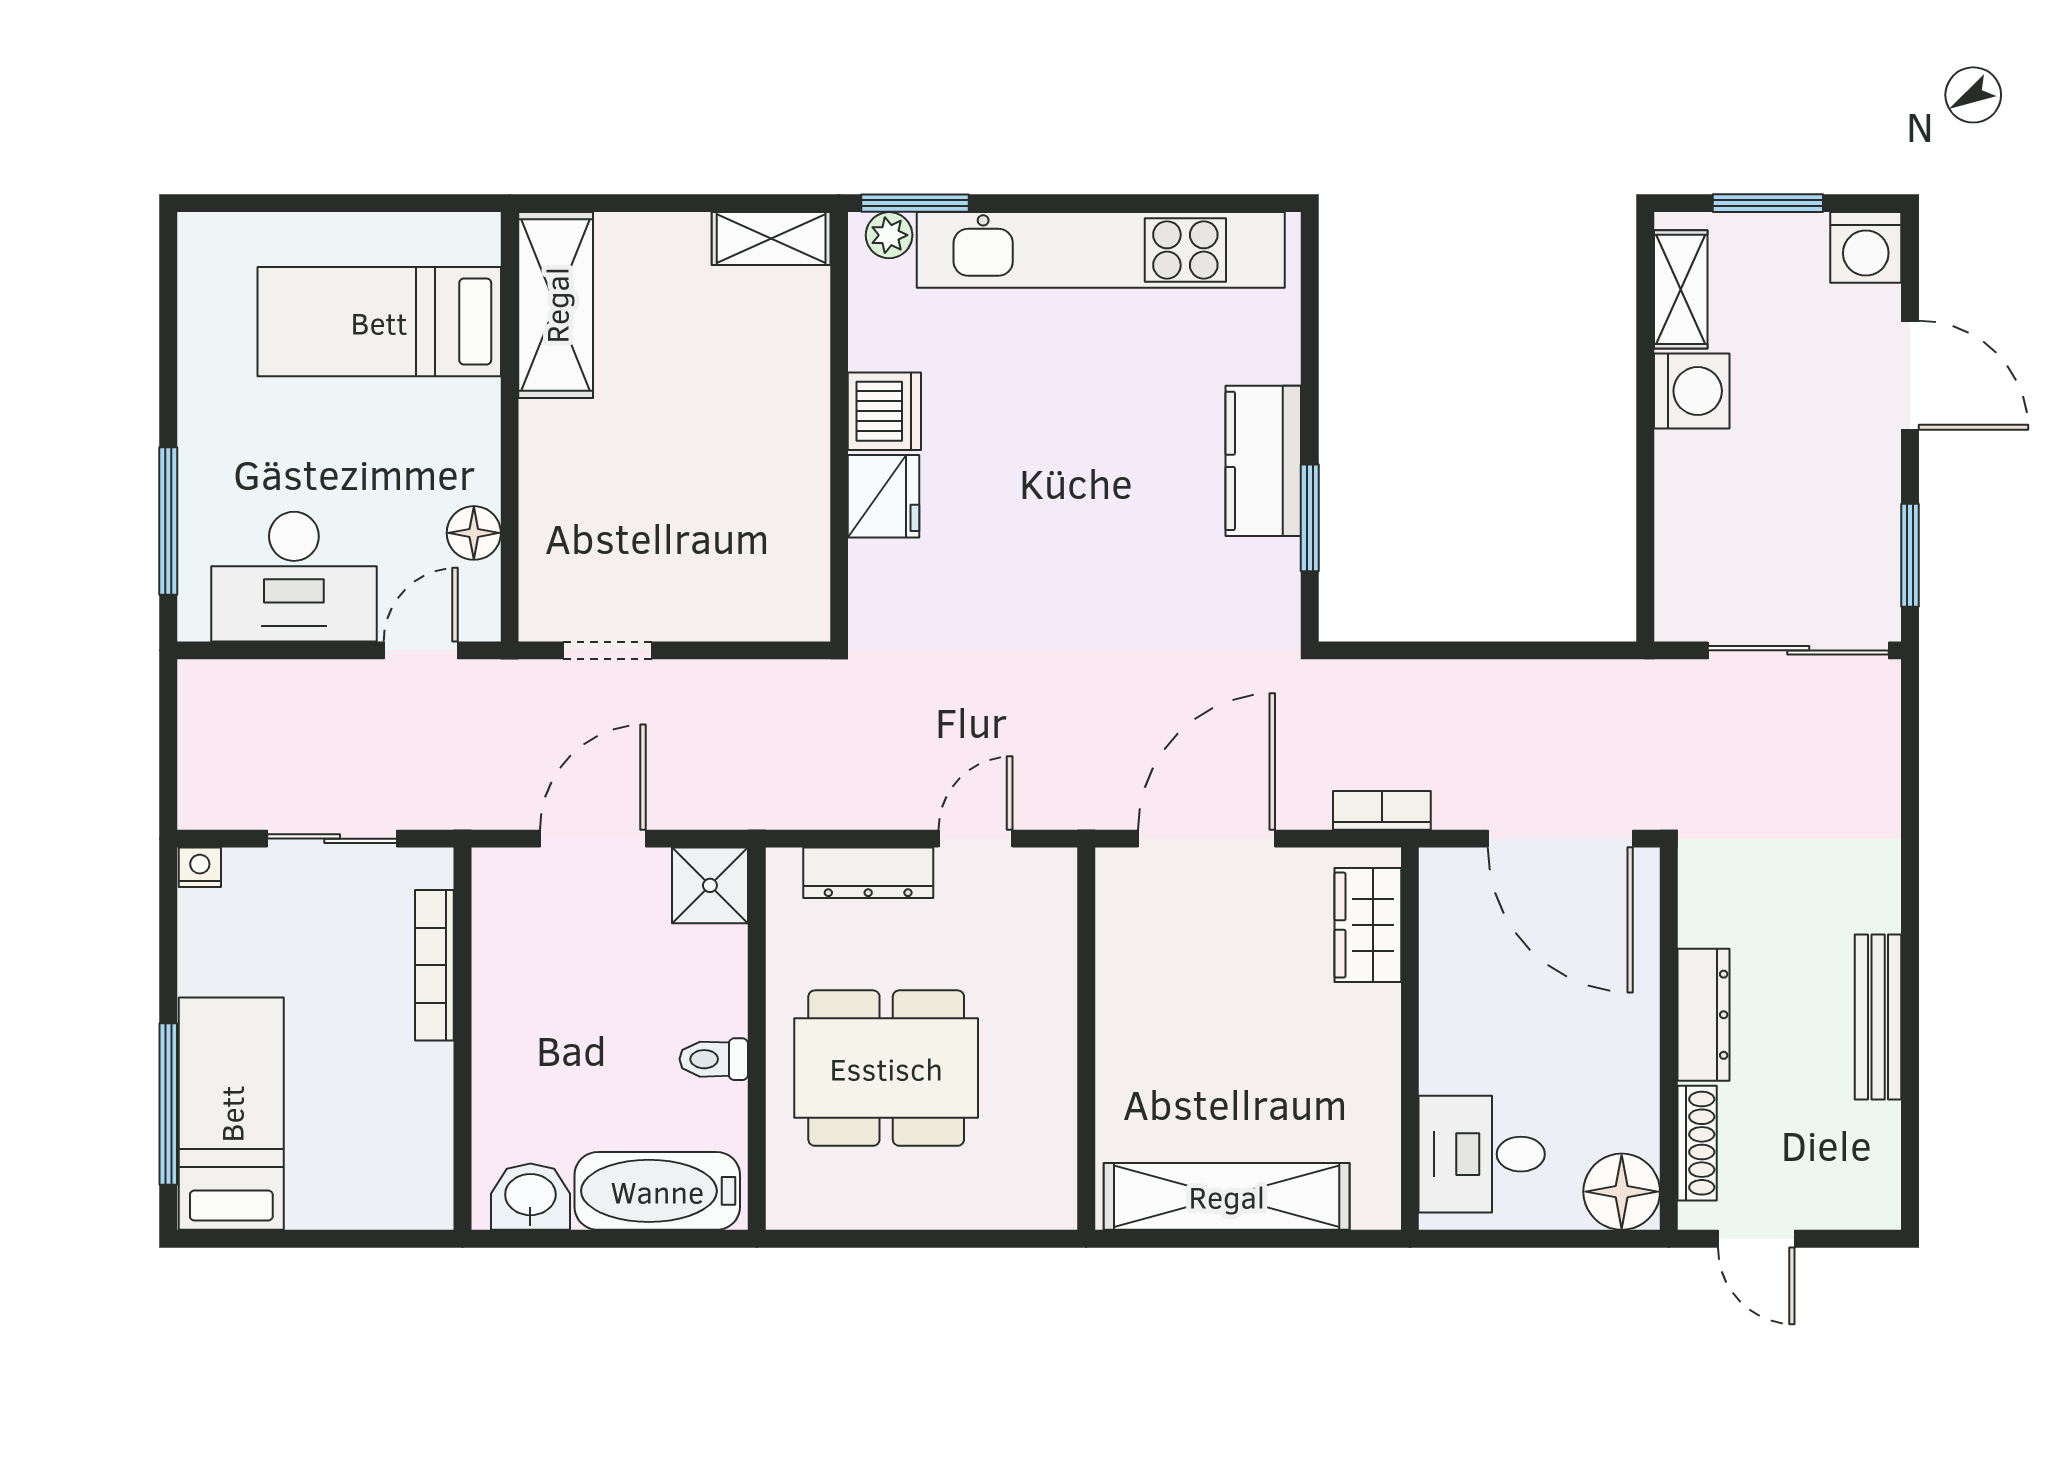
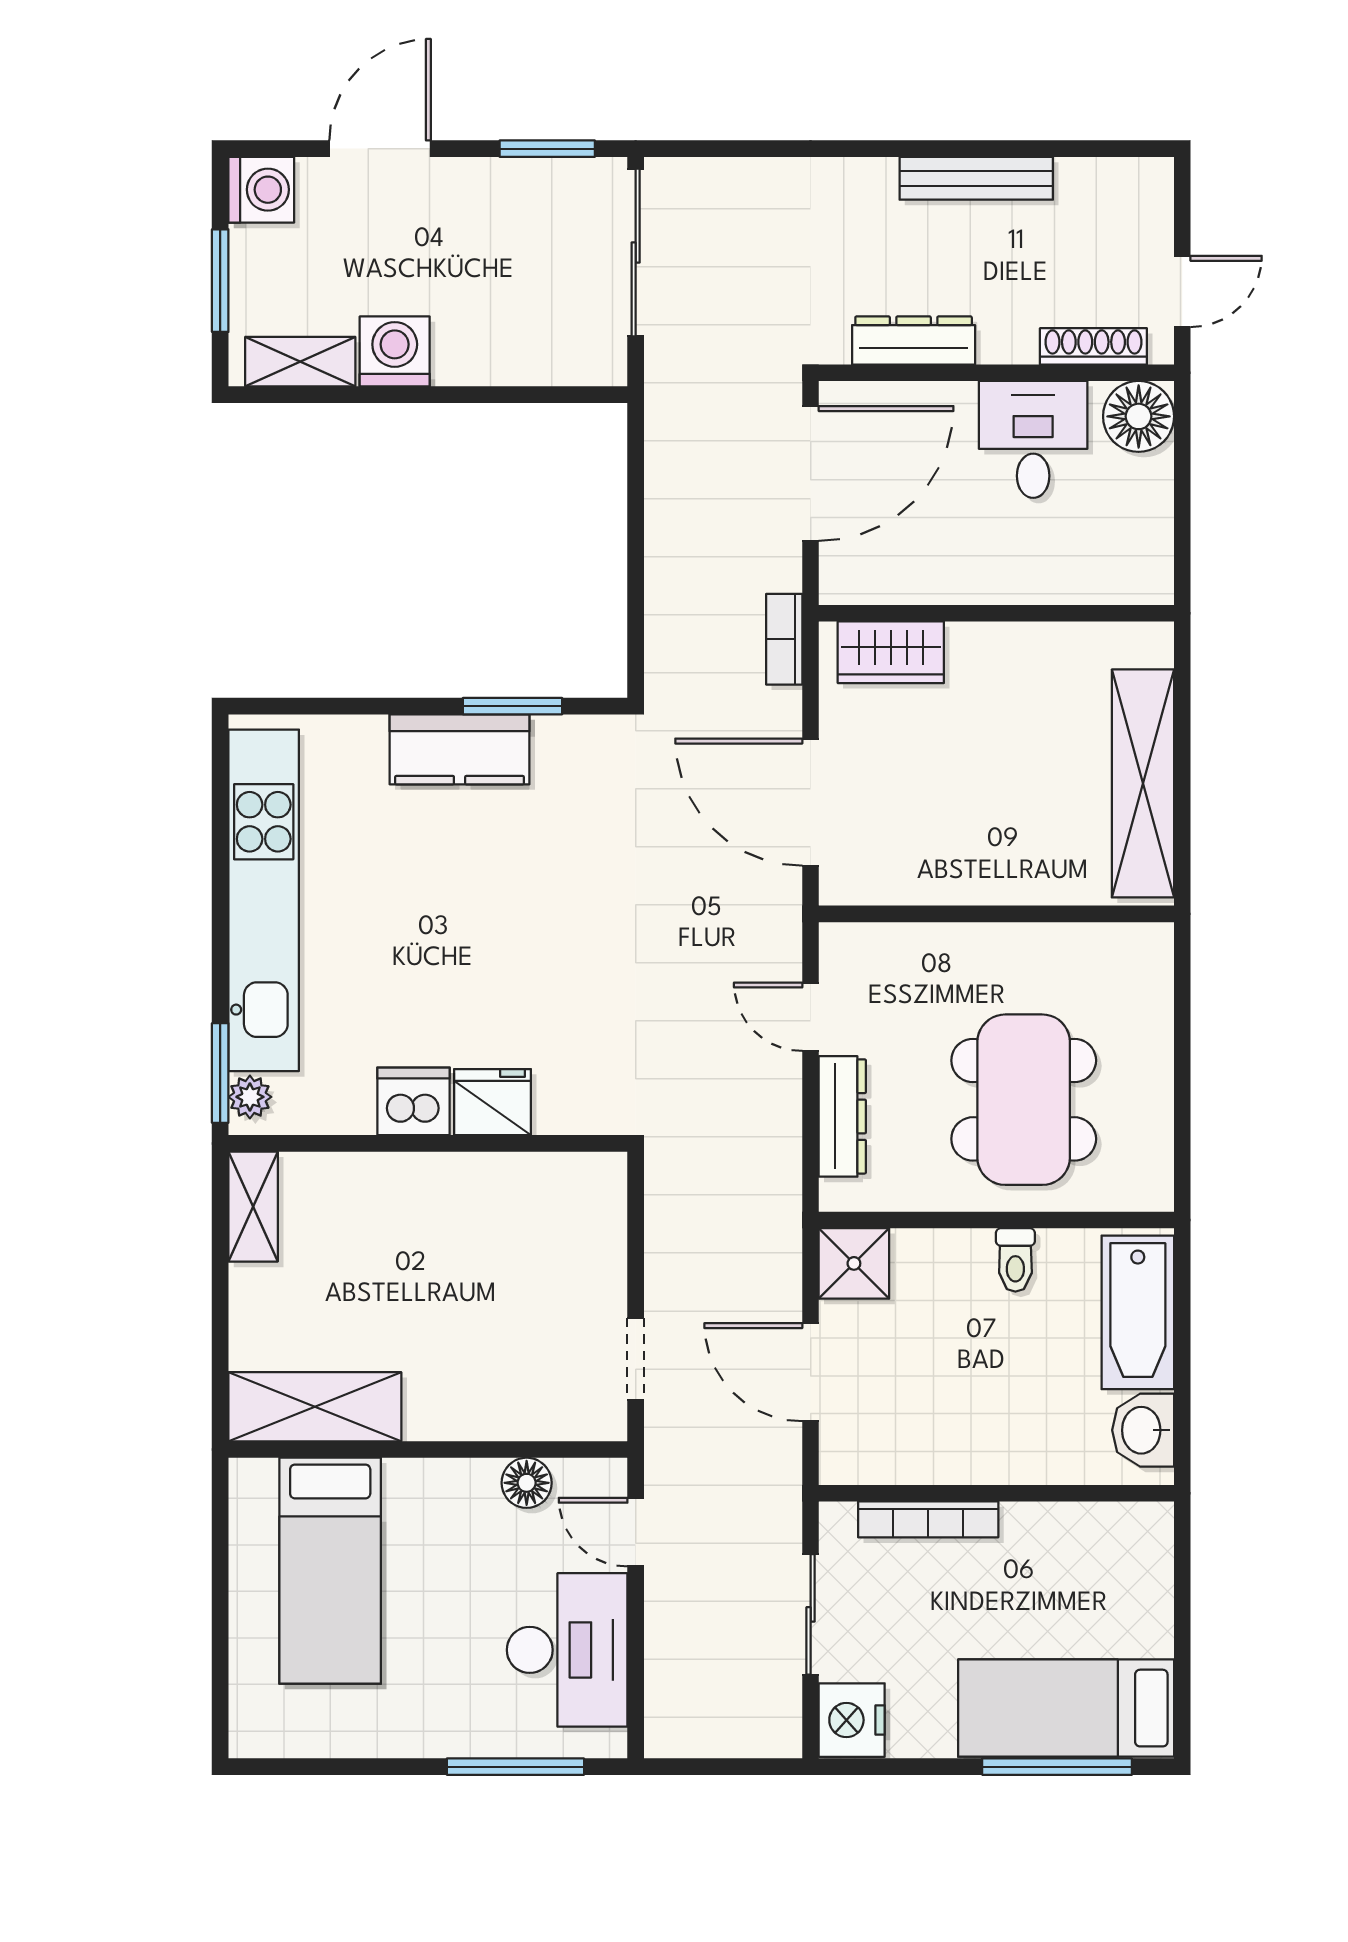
nightstand: (200, 867) -> (852, 1720), width x1.89, depth x1.79
dresser: (1703, 1015) -> (914, 340), moved
desk: (1482, 1154) -> (1033, 439), moved, turned 180

